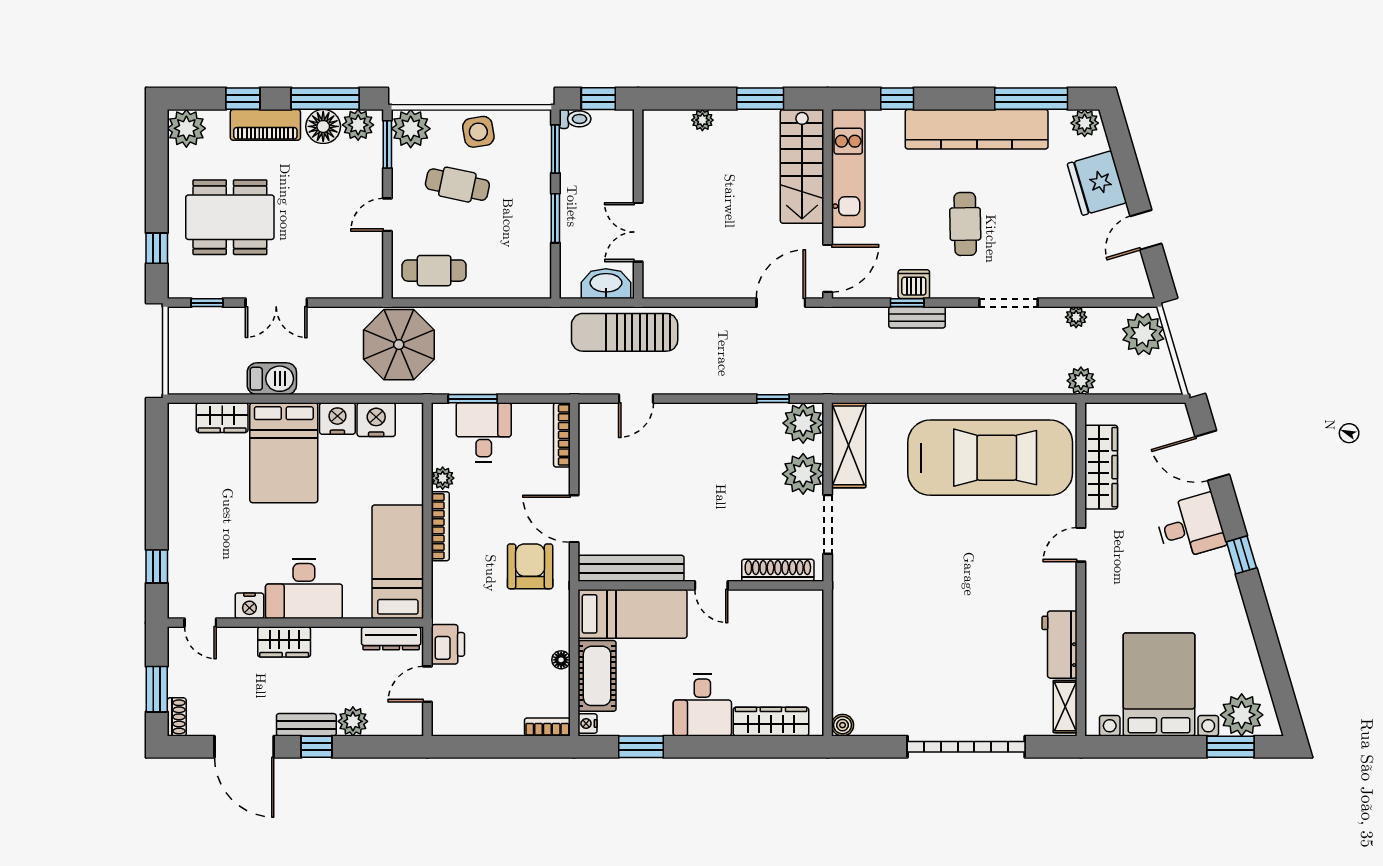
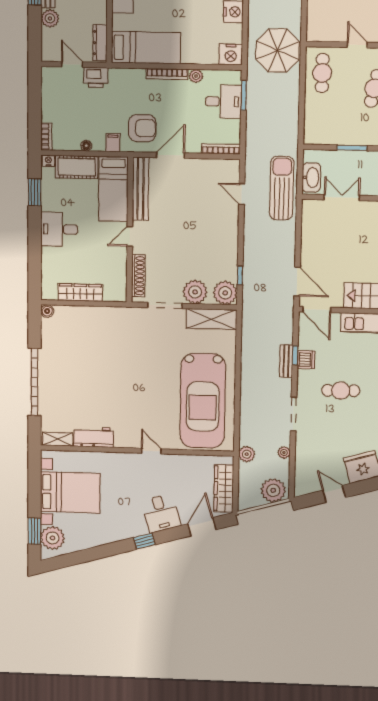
nightstand: (376, 420) -> (231, 54), moved, turned 90
wardrobe: (1101, 467) -> (224, 488), moved, turned 90
filing cabinet: (555, 615) -> (113, 143), added
wardrobe: (771, 722) -> (80, 292), moved, turned -90

